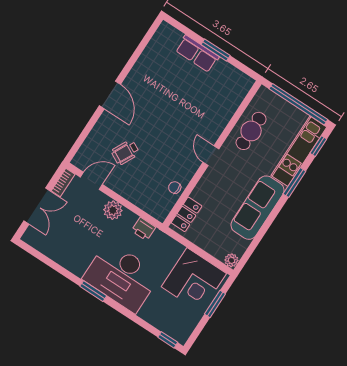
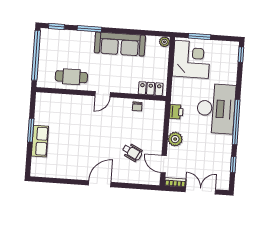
kitchen unit: (299, 151) -> (67, 37), removed
window: (46, 260) -> (233, 165), added
window: (93, 291) -> (236, 122), width x2.11

